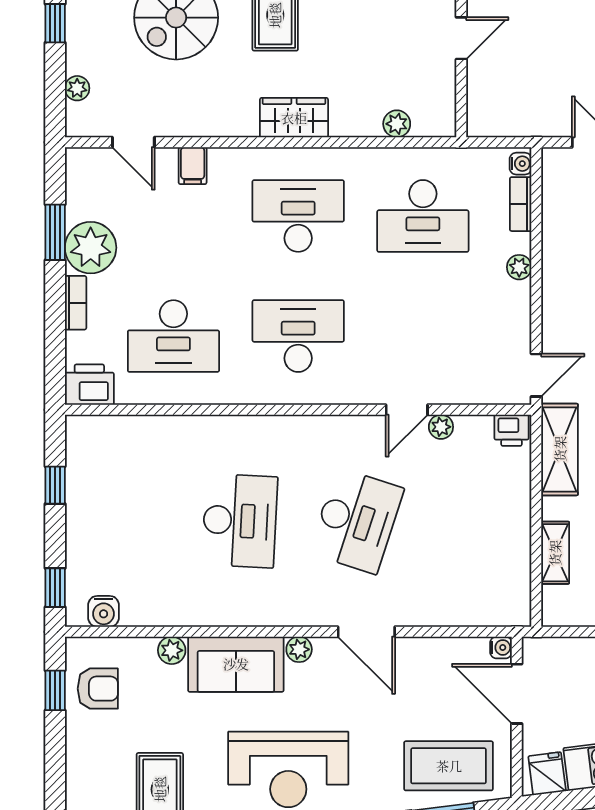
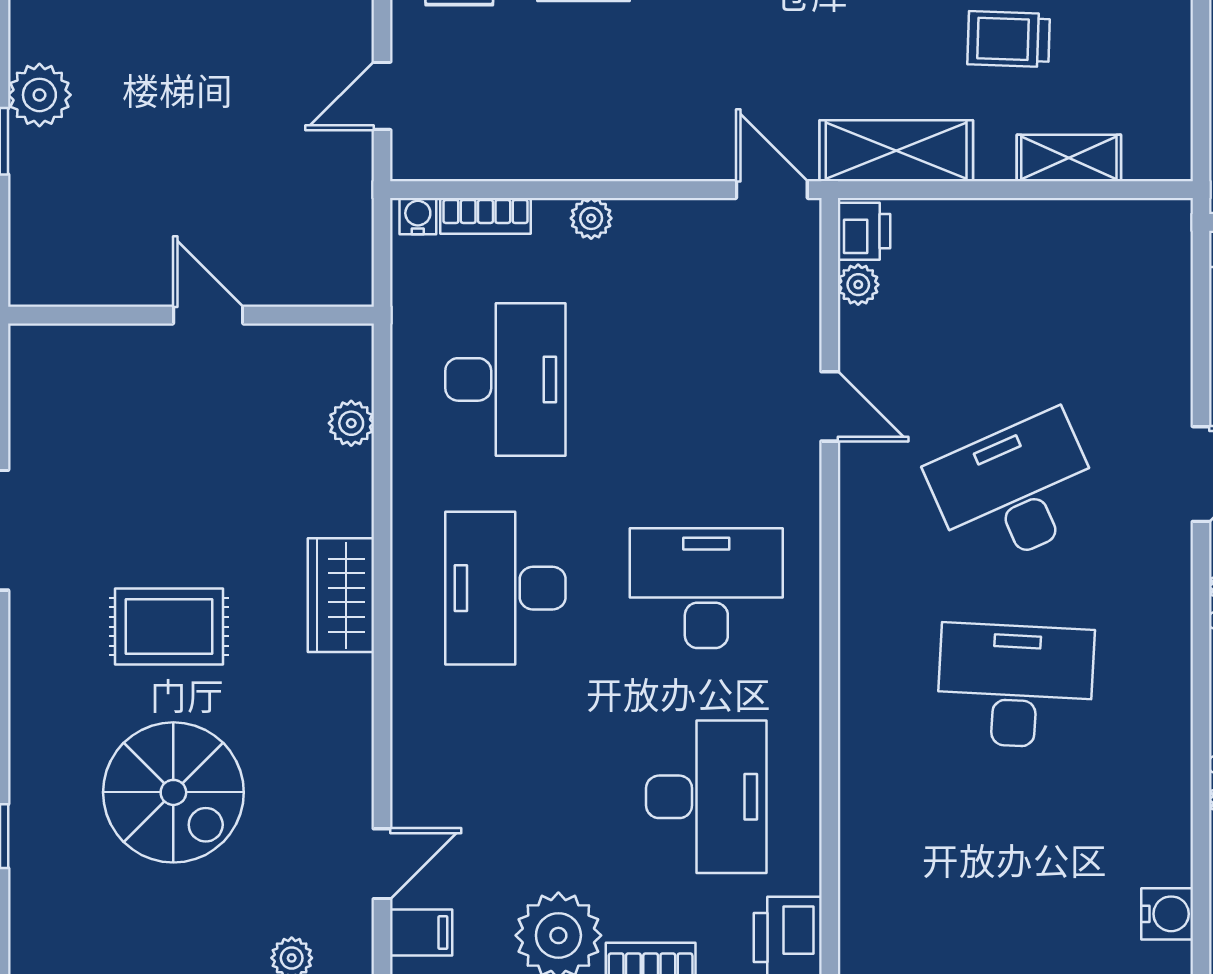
filing cabinet: (193, 166) -> (421, 933), moved
desk: (298, 336) -> (706, 588), turned 90
plant: (441, 427) -> (858, 285), moved
desk: (357, 521) -> (1015, 490), turned -42

